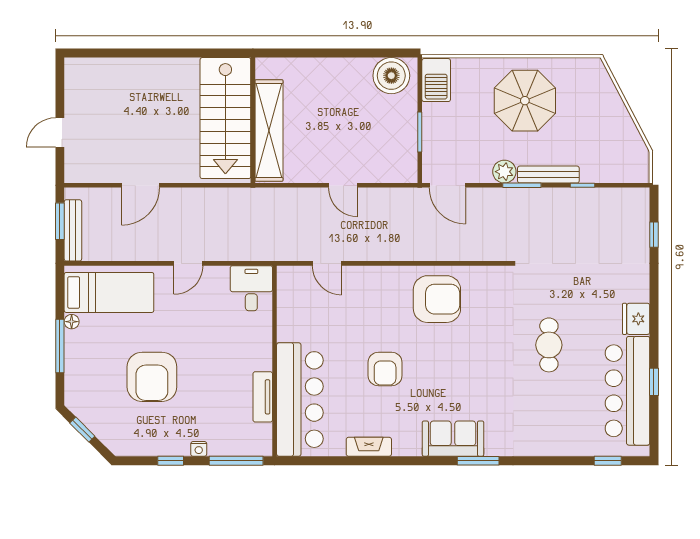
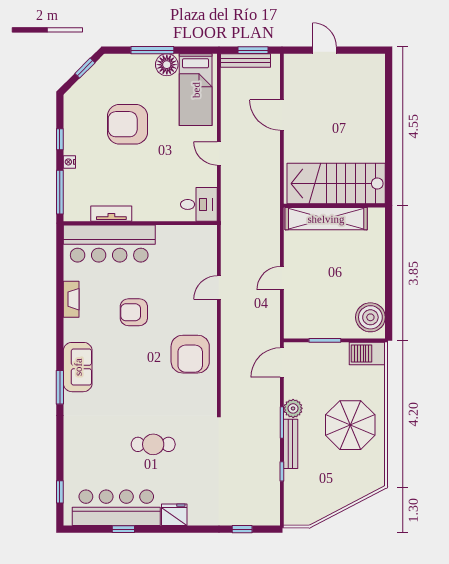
door: (327, 263) -> (219, 288), moved
floor lamp: (72, 322) -> (167, 65), width x1.89, depth x1.89

